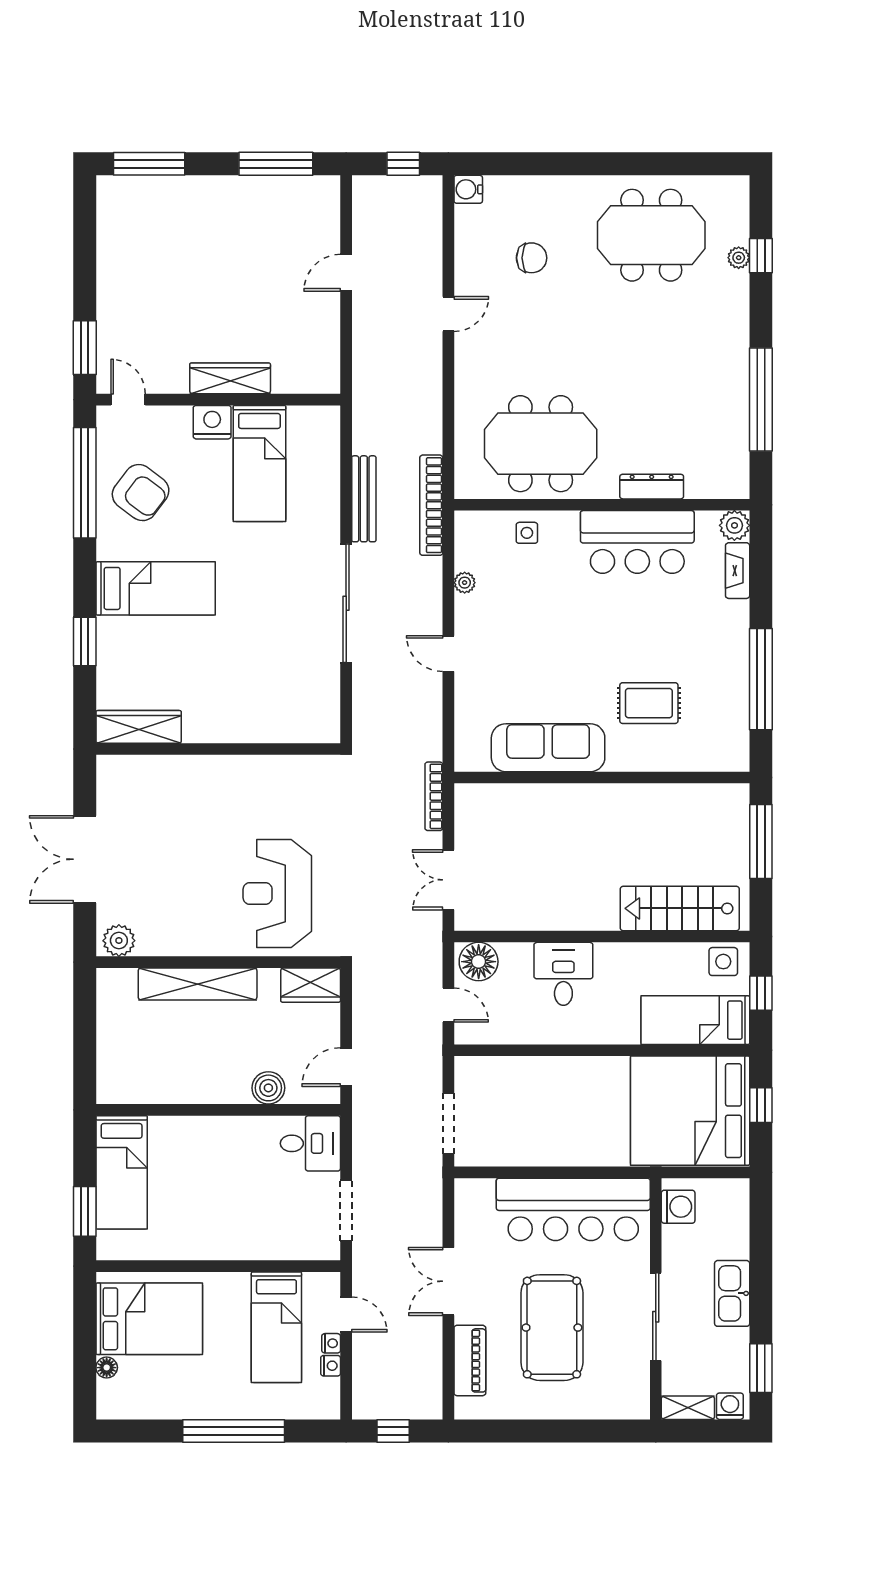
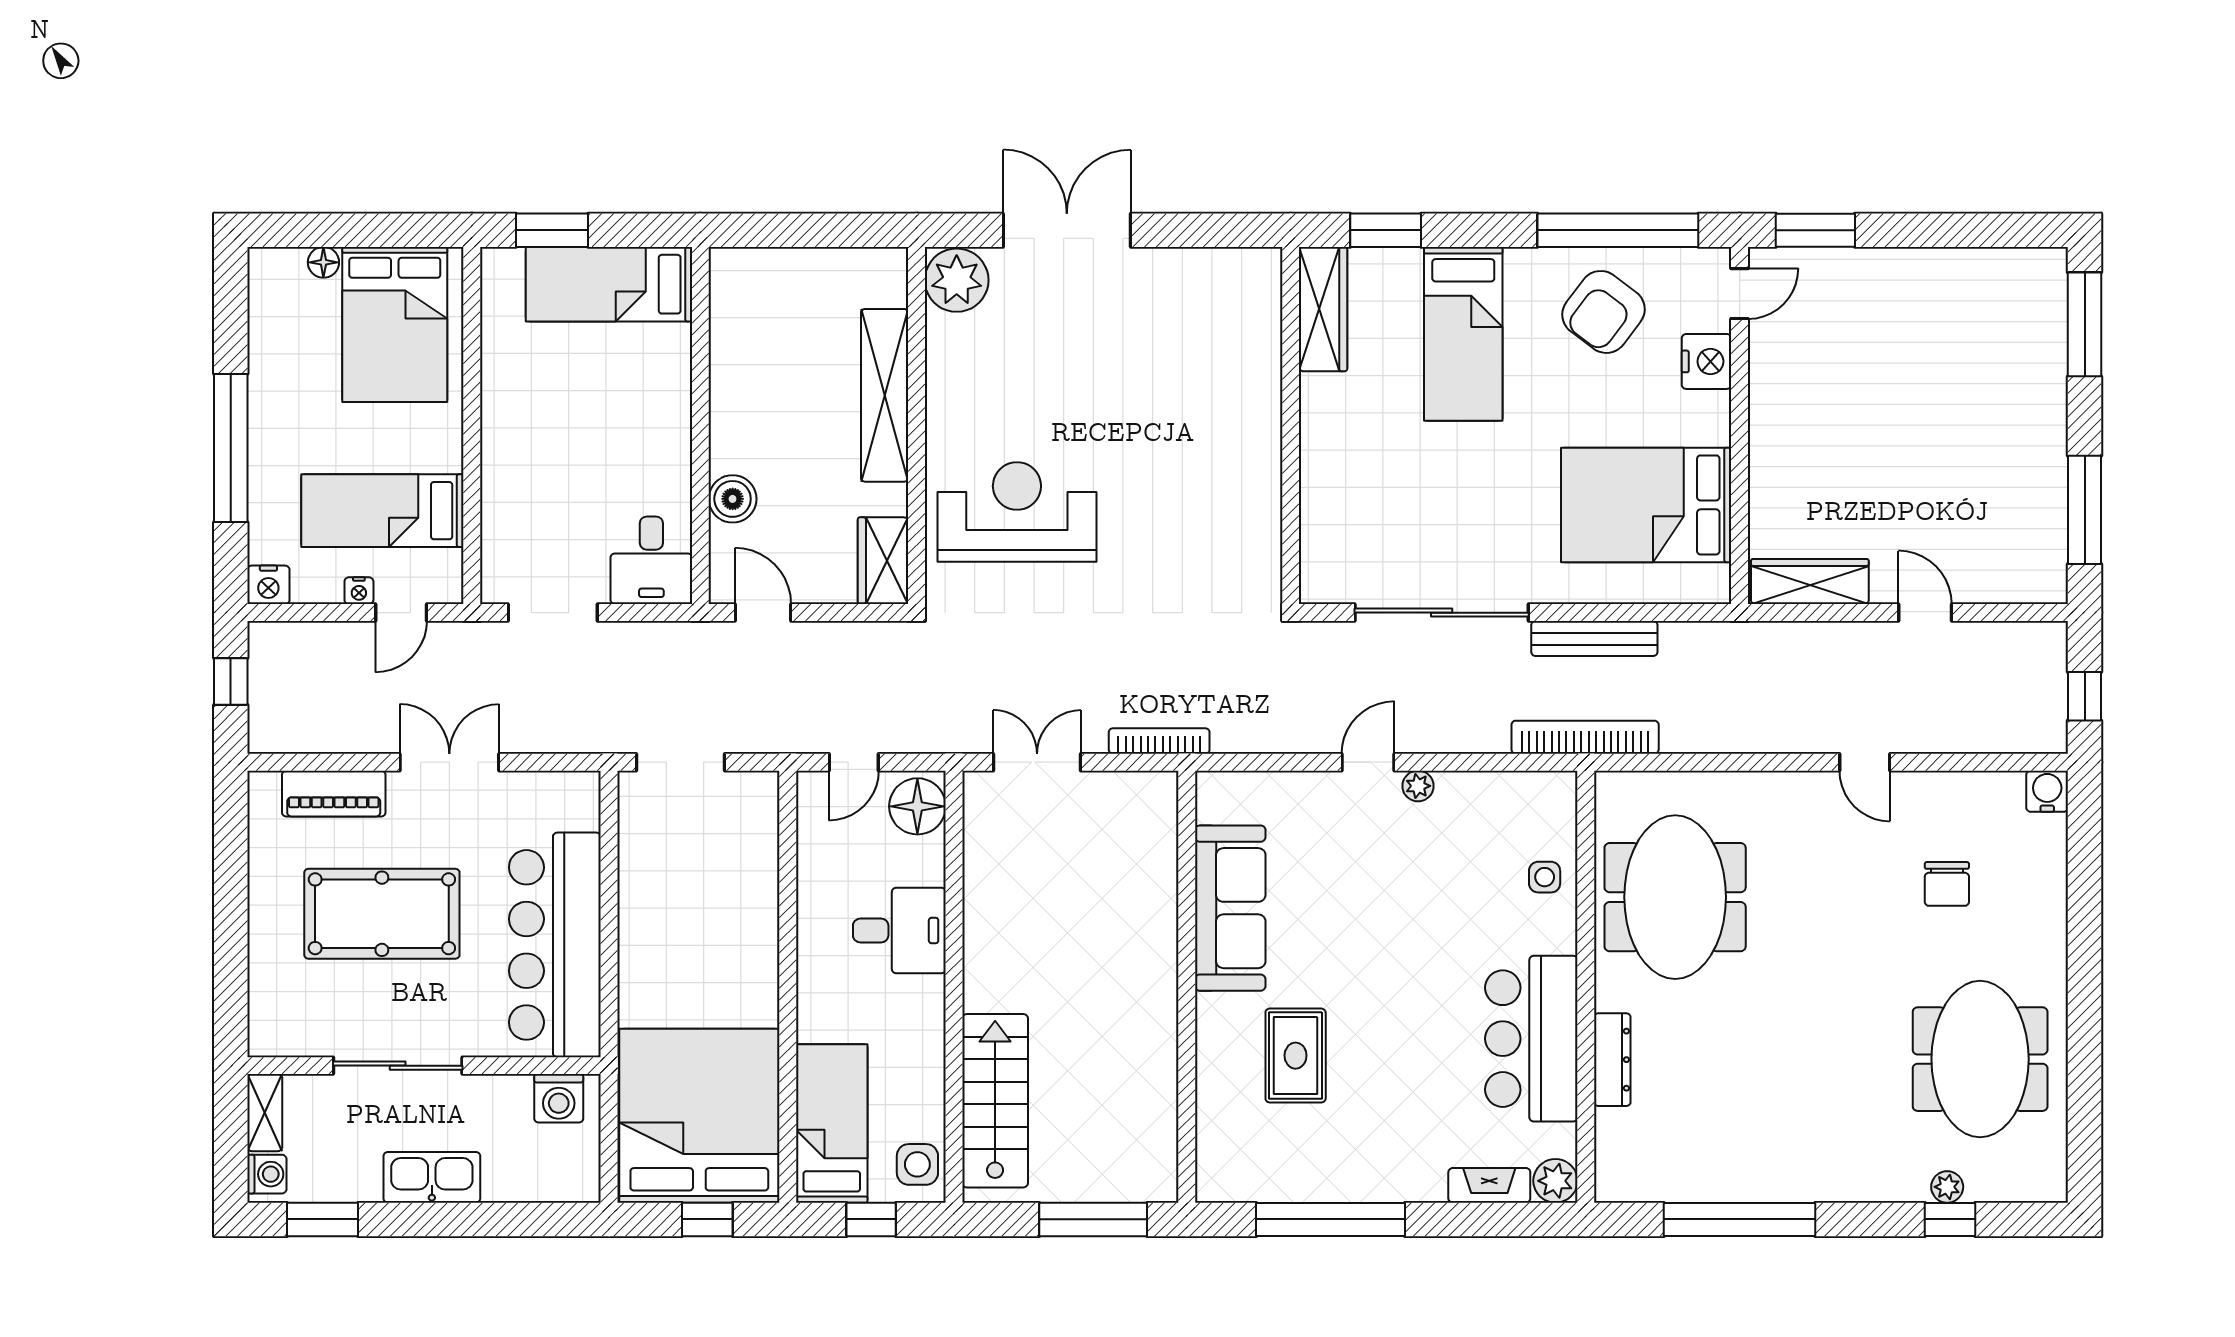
wardrobe: (230, 378) -> (1810, 582), moved, turned -90
nightstand: (212, 422) -> (1707, 361), moved
bed: (259, 463) -> (1646, 505), width x1.50
plant: (465, 583) -> (1418, 786), moved
wardrobe: (139, 727) -> (1323, 309), moved
wall: (218, 749) -> (1291, 426), moved
plant: (119, 941) -> (957, 280), width x1.36, depth x1.36
nightstand: (331, 1366) -> (268, 585), moved, width x1.39, depth x1.35

